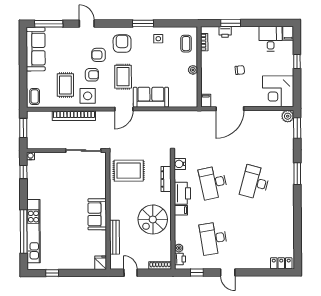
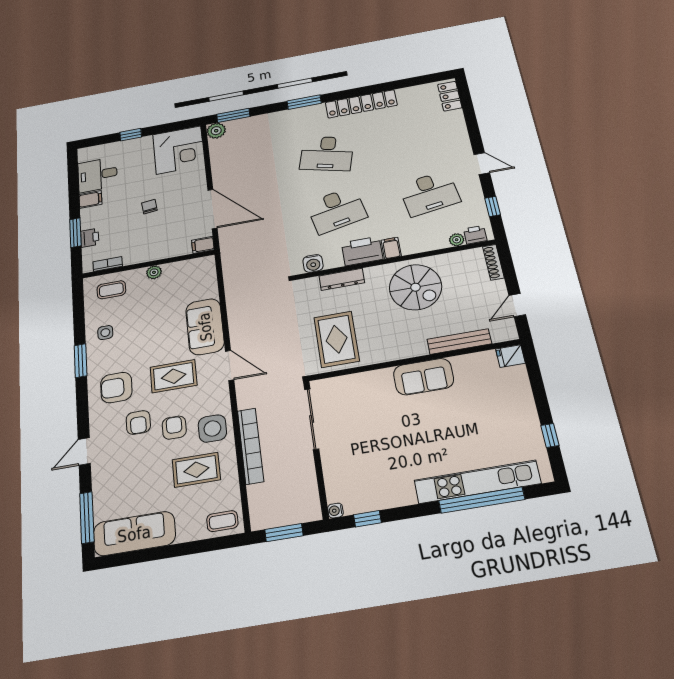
filing cabinet: (288, 33) -> (90, 199), moved
locker: (288, 209) -> (361, 104), added
door: (228, 272) -> (482, 163), hinge flipped

